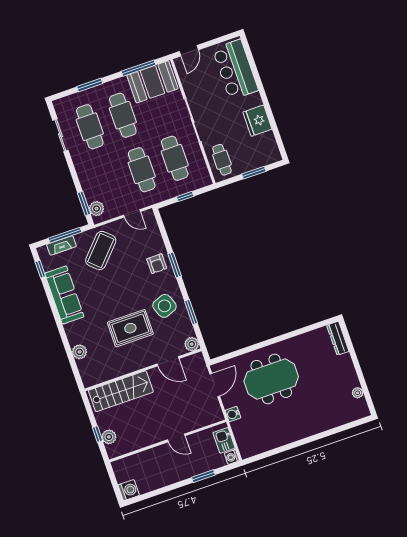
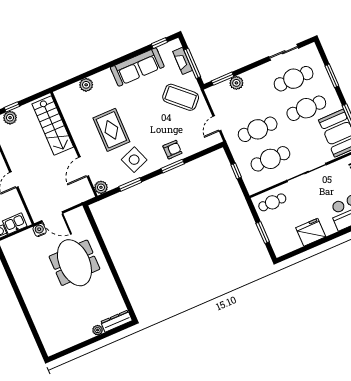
plant: (96, 209) -> (236, 83), moved
armchair: (157, 264) -> (172, 150), turned 180
door: (215, 385) -> (52, 217), moved
plant: (358, 393) -> (98, 330), moved

